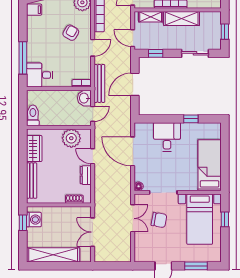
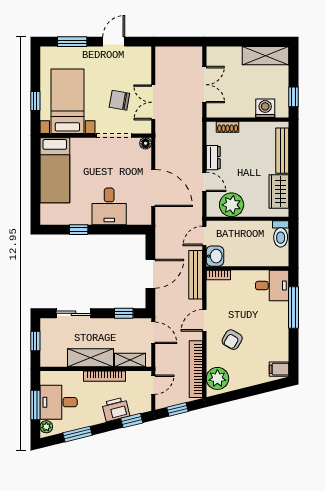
washing machine: (34, 220) -> (265, 108), moved, turned 90
shelving: (53, 255) -> (266, 56), width x0.68

